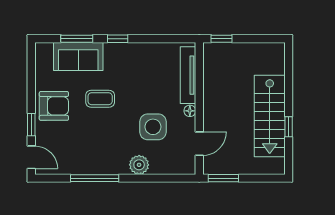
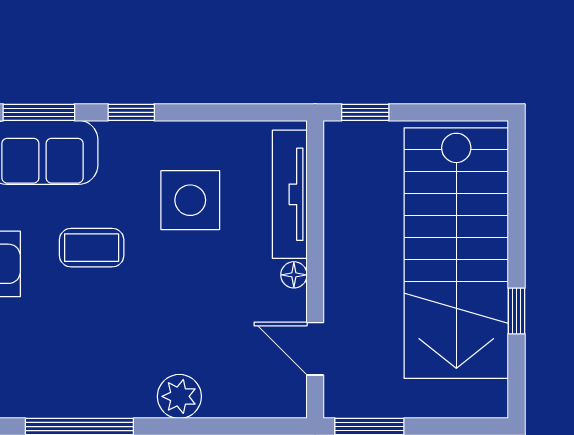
stairs: (270, 116) -> (456, 253), width x1.36, depth x1.51
side table: (153, 127) -> (190, 200), moved
door: (199, 144) -> (315, 349), swing flipped

